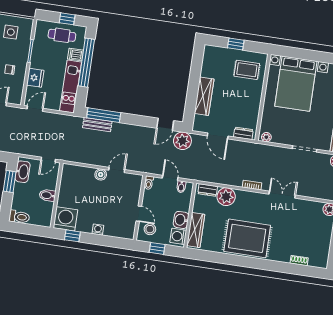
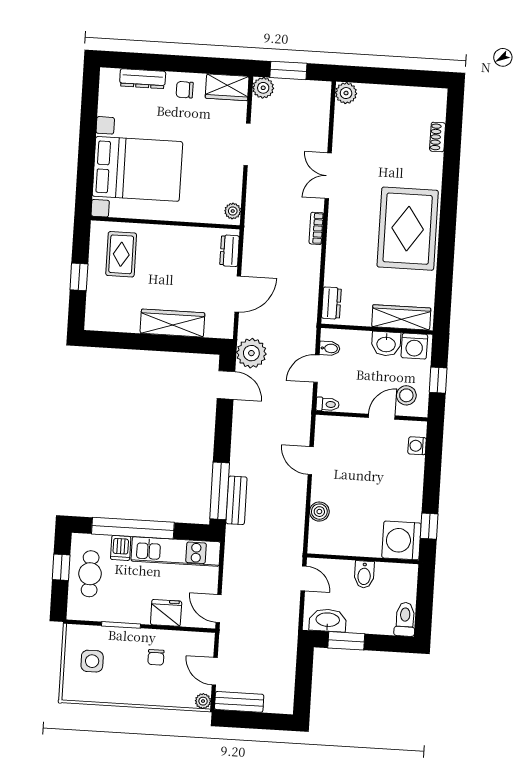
boiler: (101, 175) -> (319, 512), moved
plant: (226, 197) -> (340, 271), removed
washing machine: (98, 230) -> (417, 446), moved

